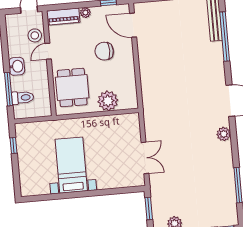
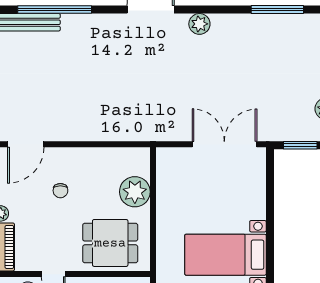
chair: (104, 51) -> (60, 191), width x0.54, depth x0.54
double door: (145, 158) -> (224, 144), width x1.37

